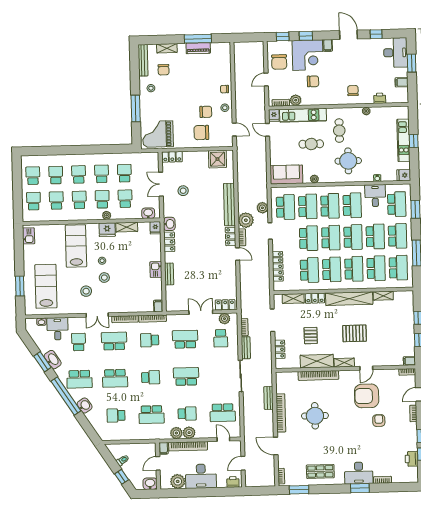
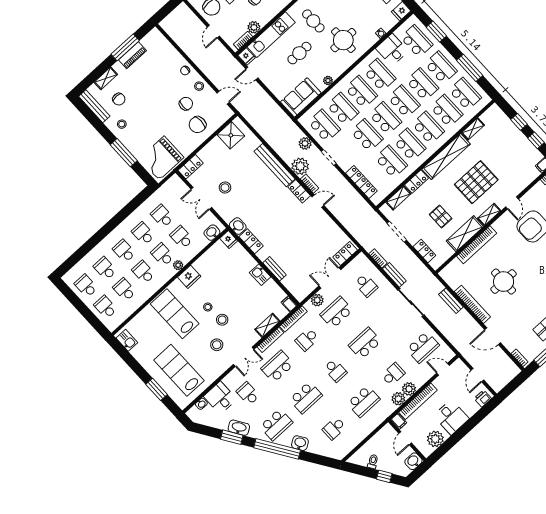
shelving: (127, 227) -> (267, 325), moved
plant: (224, 319) -> (317, 300), moved
pallet: (355, 333) -> (476, 182), width x1.37, depth x1.41
school desk: (151, 377) -> (335, 370), turned 90
desk: (201, 476) -> (451, 417), width x0.73

